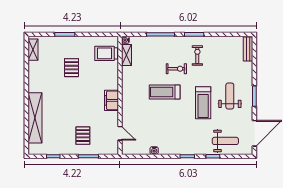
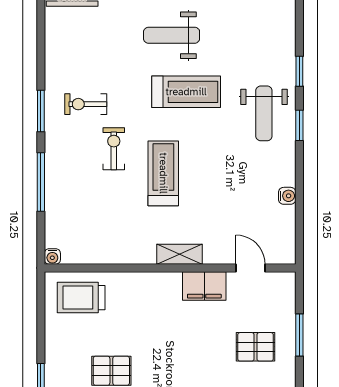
trolley: (106, 53) -> (81, 298), turned 90
shelving: (127, 55) -> (180, 254), moved
treadmill: (165, 92) -> (163, 173), turned 180
filing cabinet: (112, 100) -> (204, 286), moved
door: (120, 133) -> (251, 268), hinge flipped
weight bench: (225, 141) -> (264, 113), moved, turned 180

